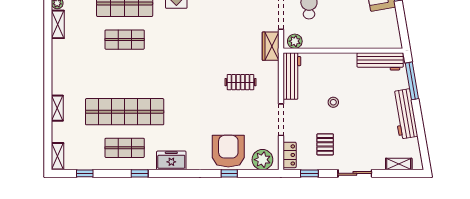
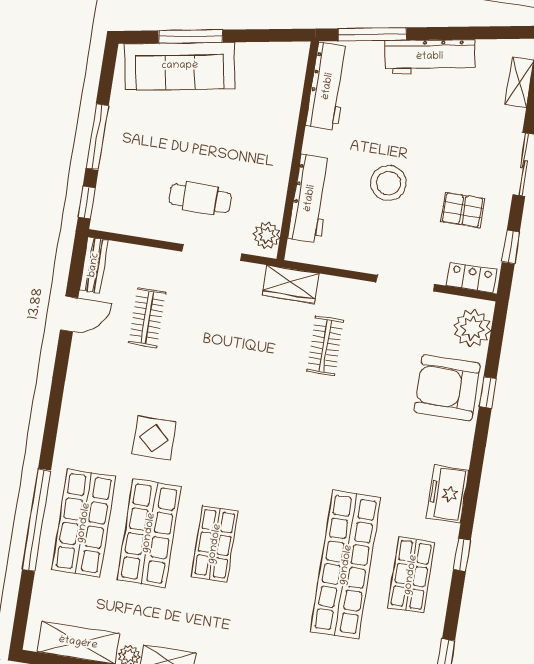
wardrobe: (271, 46) -> (291, 284), moved
workbench: (292, 76) -> (310, 198), moved, turned 90
stool: (333, 102) -> (388, 183), width x1.89, depth x1.89

